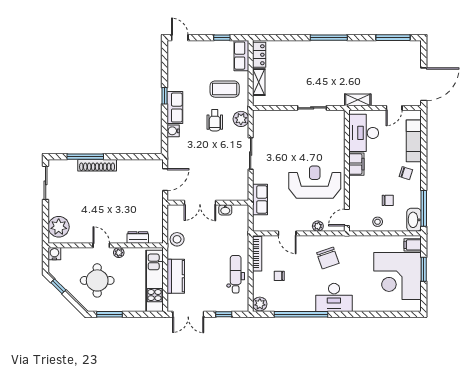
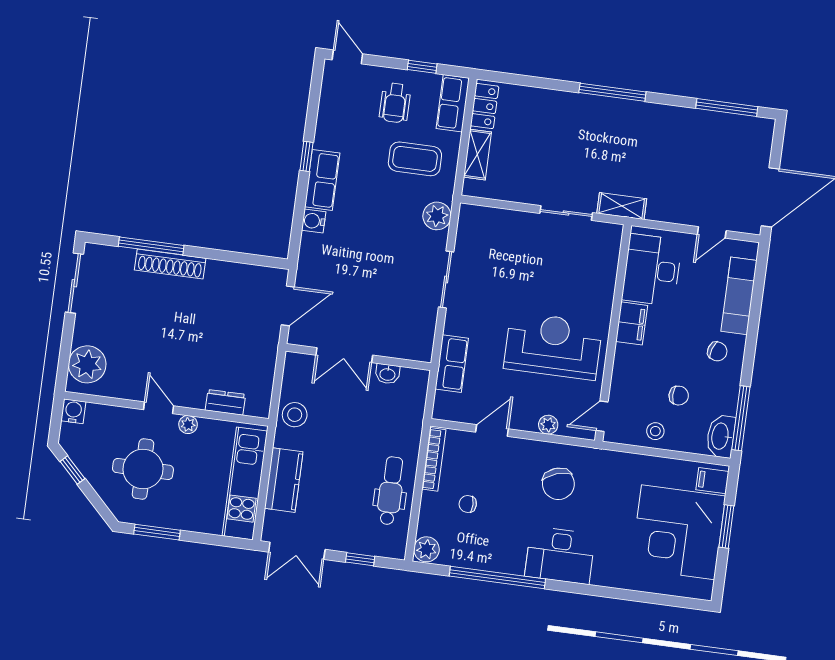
shelving: (358, 100) -> (622, 206), moved
wheelchair: (215, 120) -> (395, 103), moved
door: (287, 233) -> (492, 430), swing flipped

